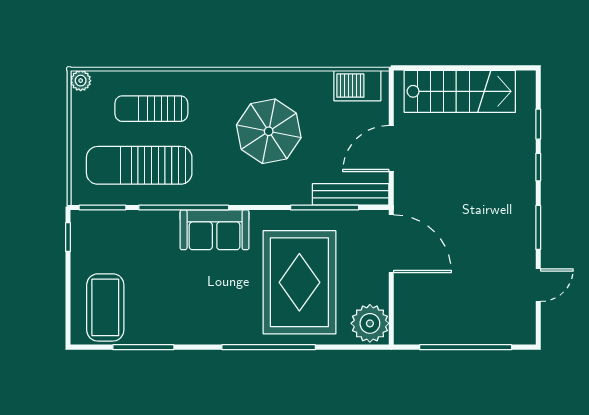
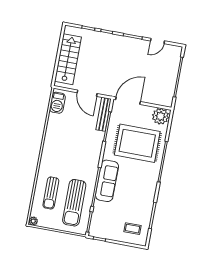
parasol: (269, 131) -> (70, 144), removed
sofa: (215, 230) -> (107, 181), width x1.36
door: (538, 285) -> (157, 41), swing flipped
coffee table: (105, 307) -> (133, 229), width x0.54, depth x0.58

